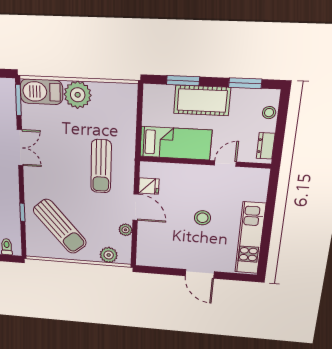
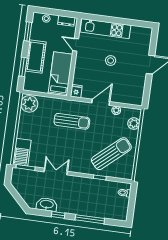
plant: (78, 95) -> (29, 104), moved
fridge: (149, 186) -> (76, 91), moved
kitchen unit: (250, 238) -> (105, 29), moved

